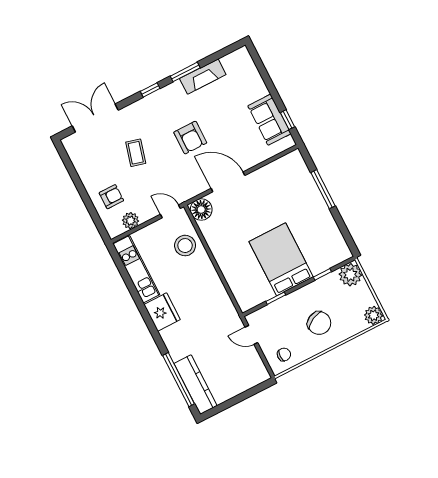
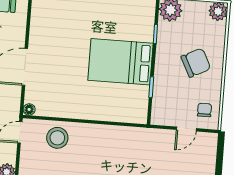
floor lamp: (201, 210) -> (29, 109), width x0.53, depth x0.53
door: (251, 335) -> (186, 129), moved

